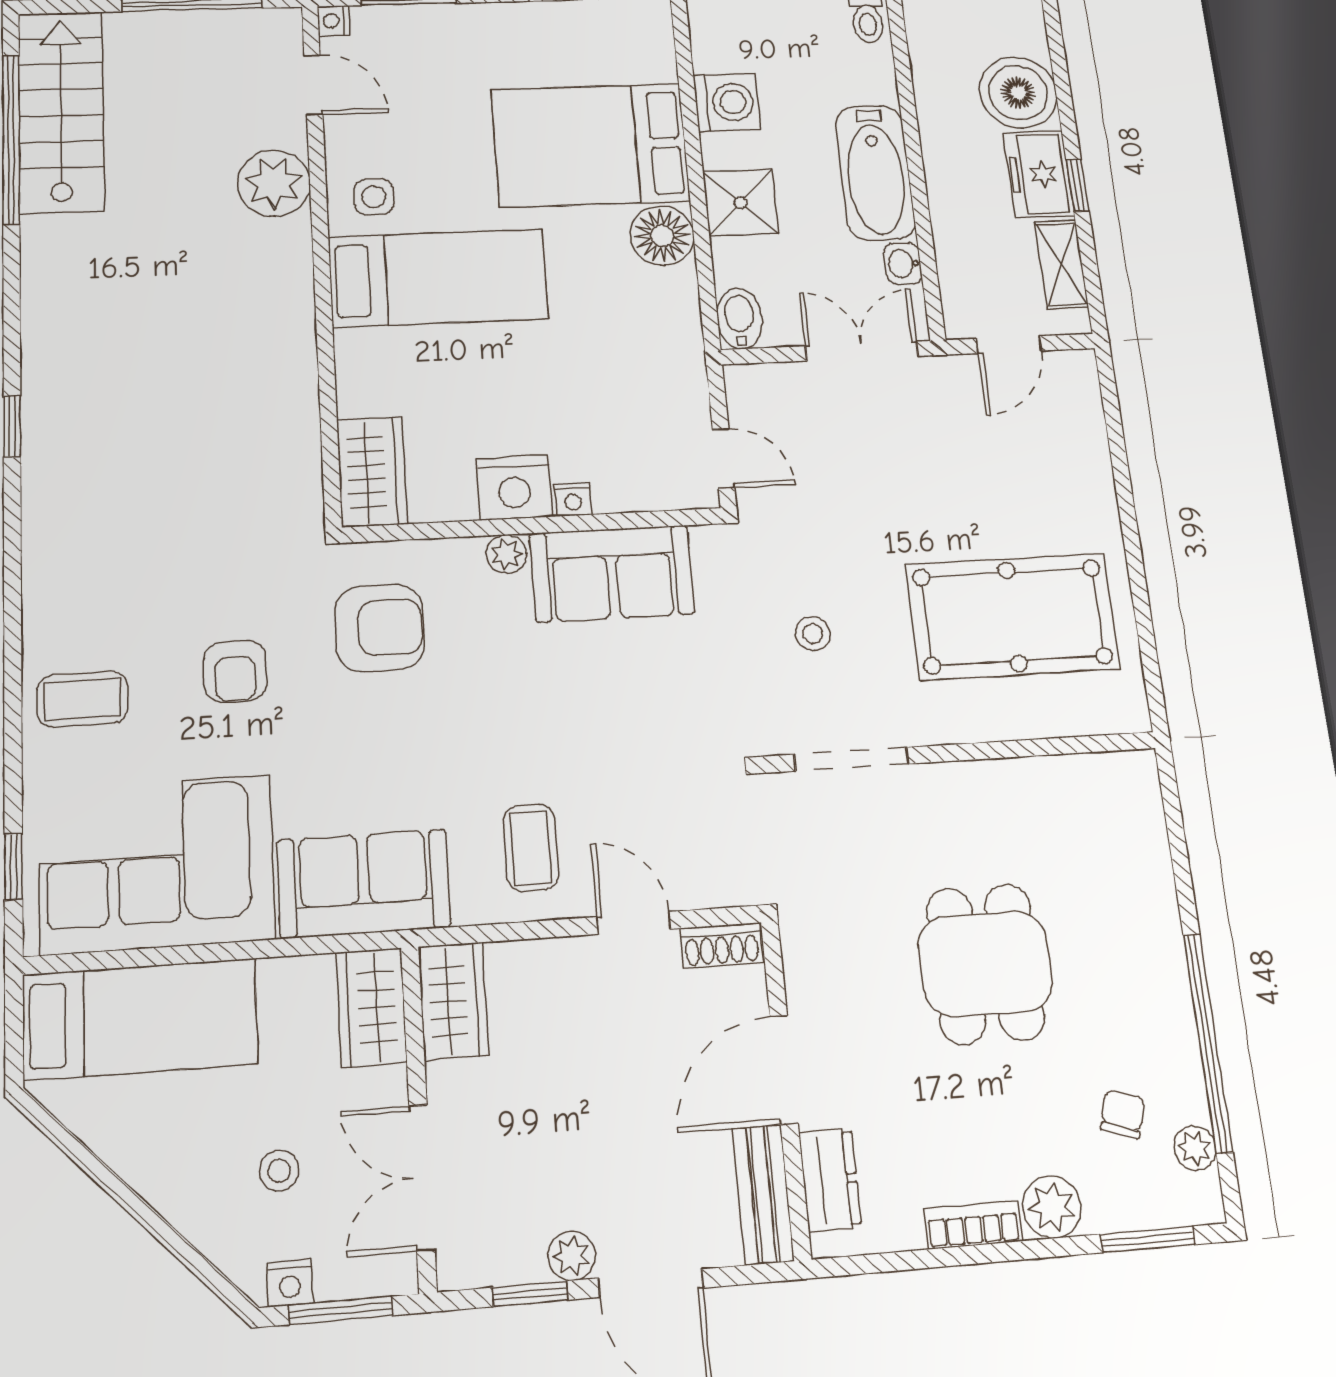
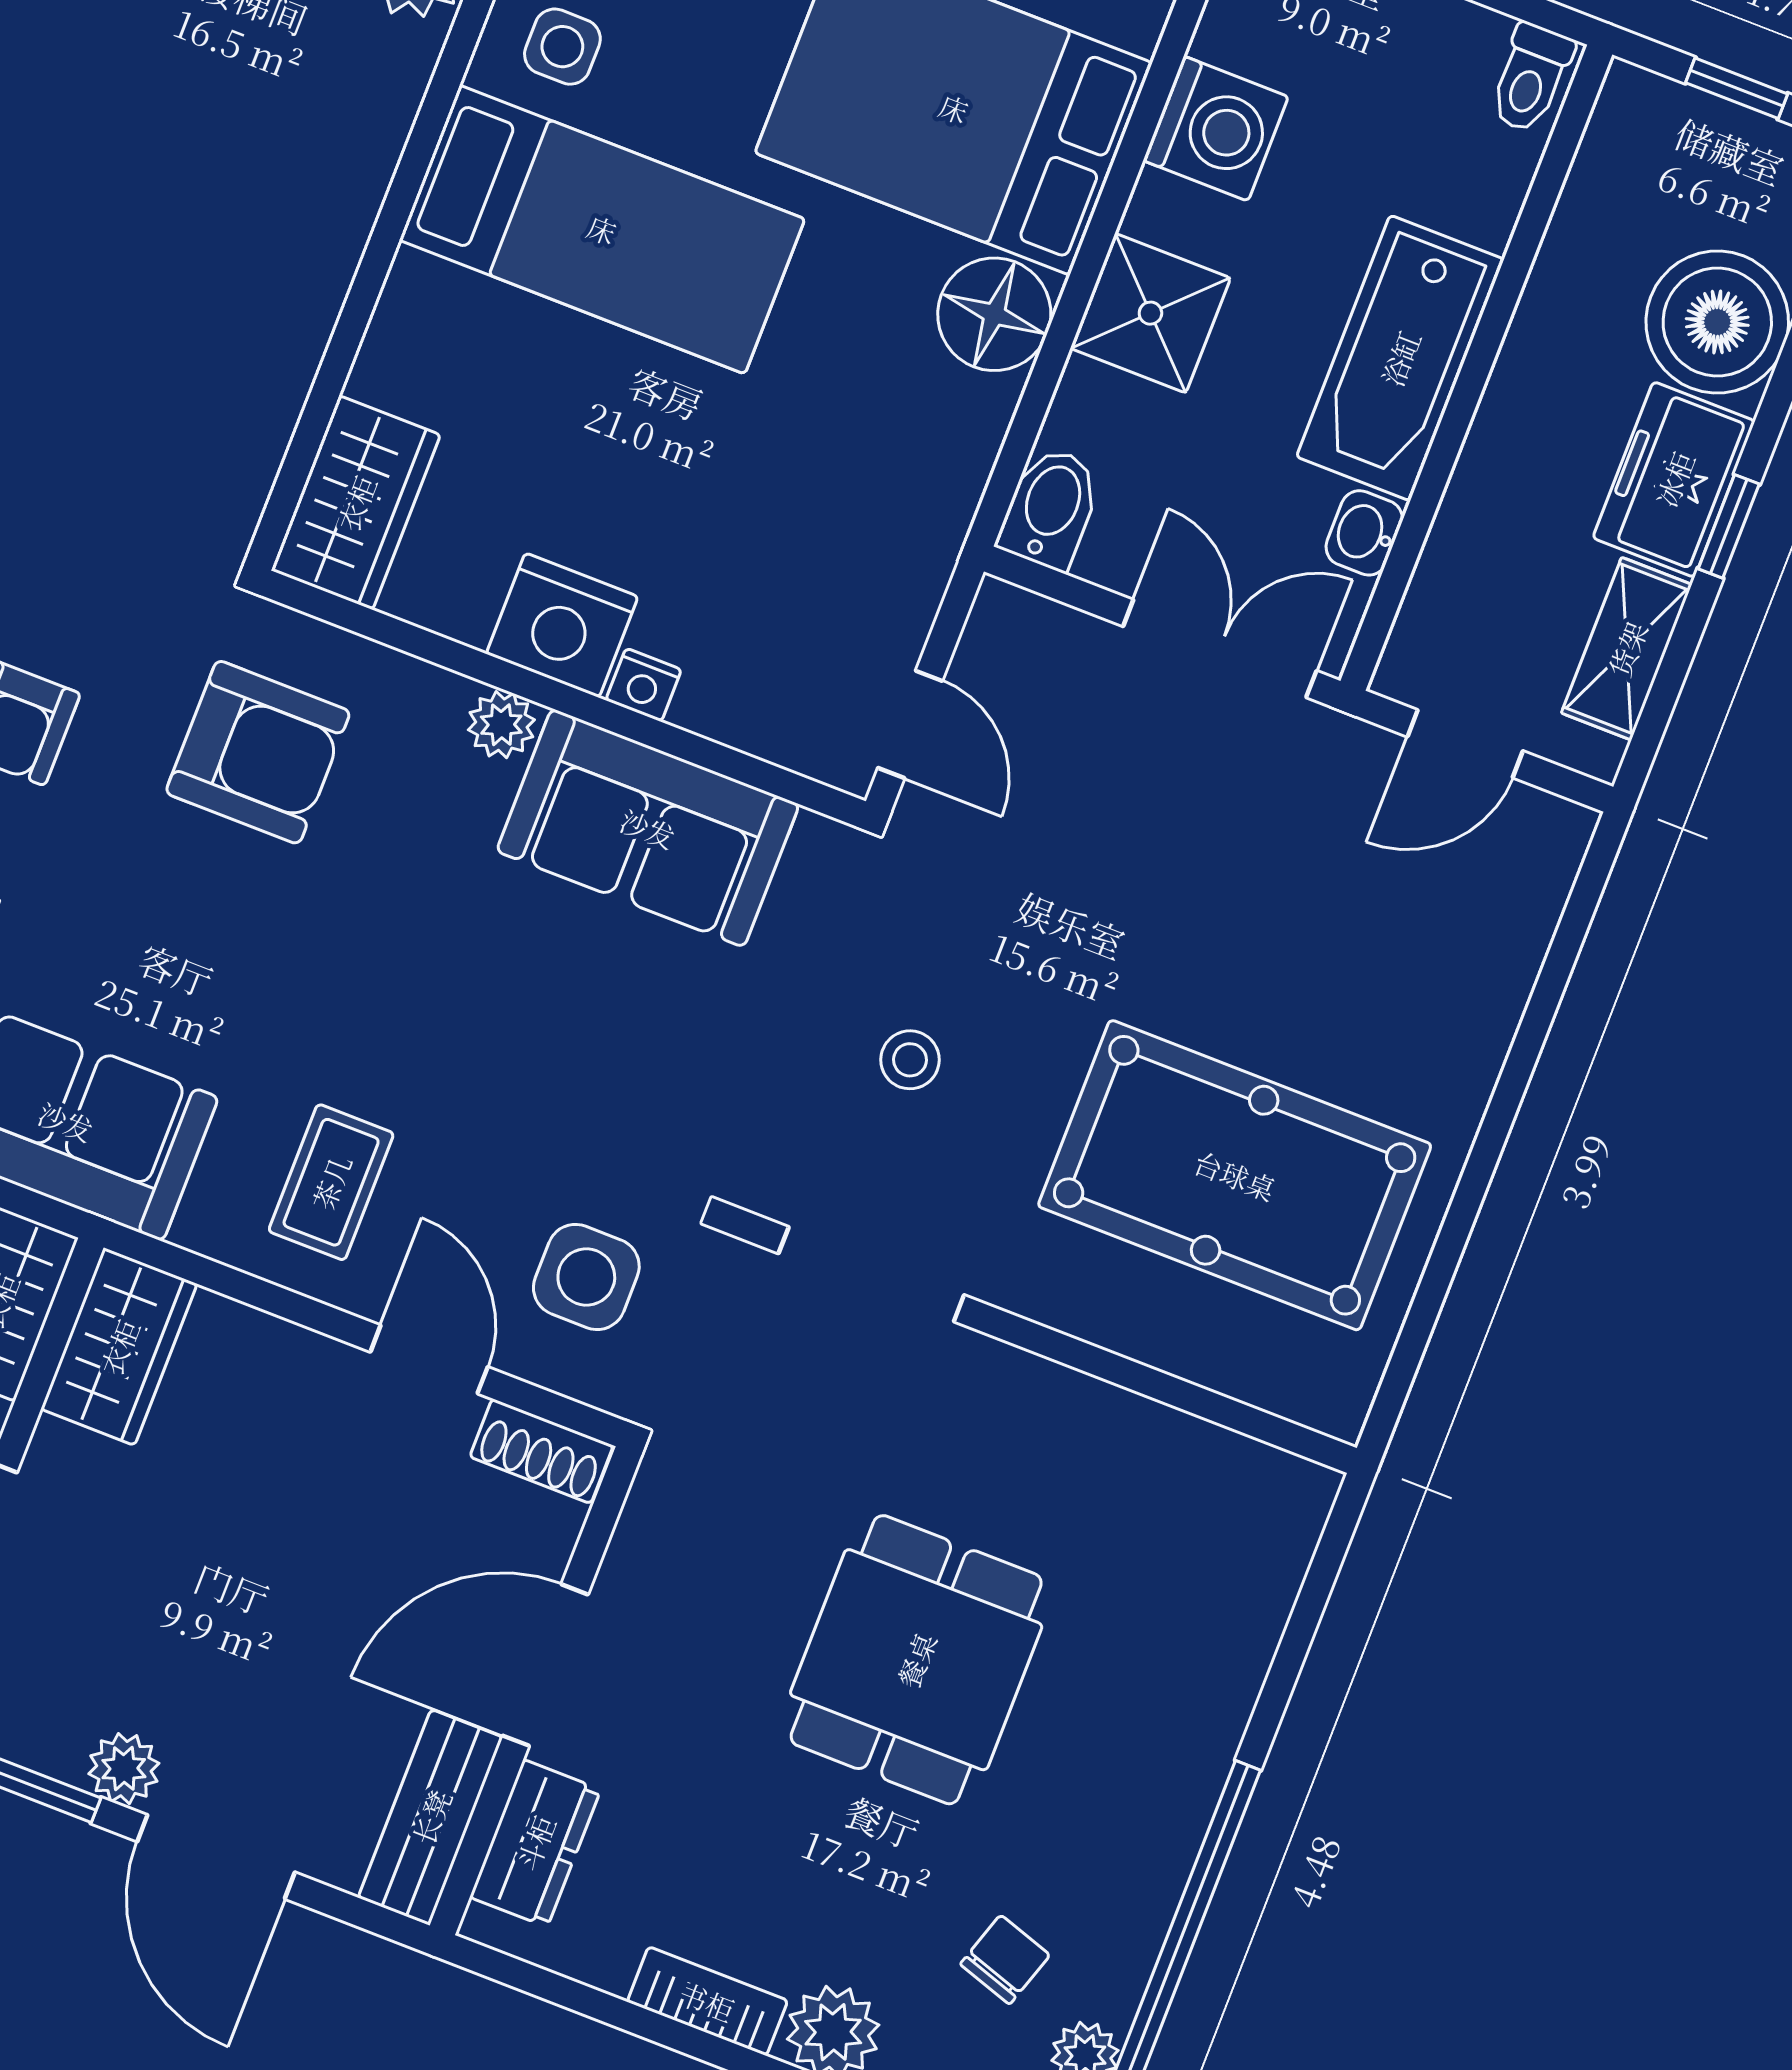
side table: (698, 834) -> (586, 1277), added

